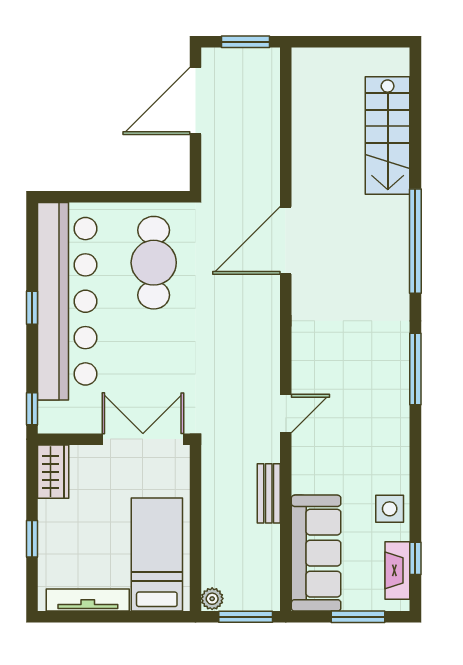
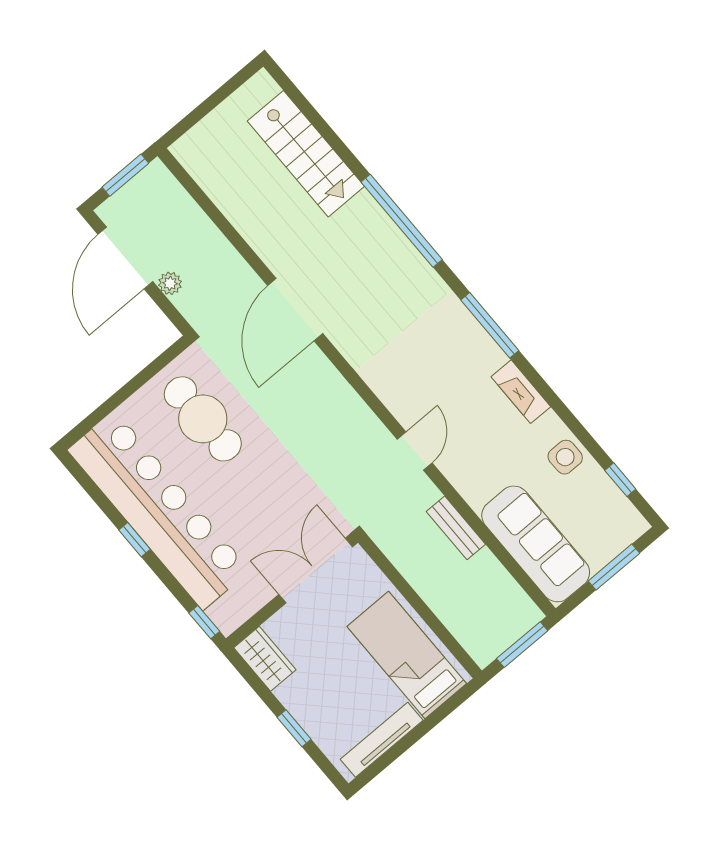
fireplace: (397, 570) -> (521, 392), moved
plant: (212, 599) -> (170, 283), moved

